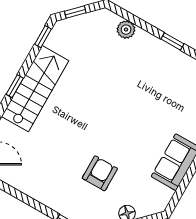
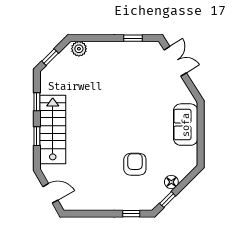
plant: (126, 30) -> (79, 49), moved
window: (43, 37) -> (37, 102), moved

